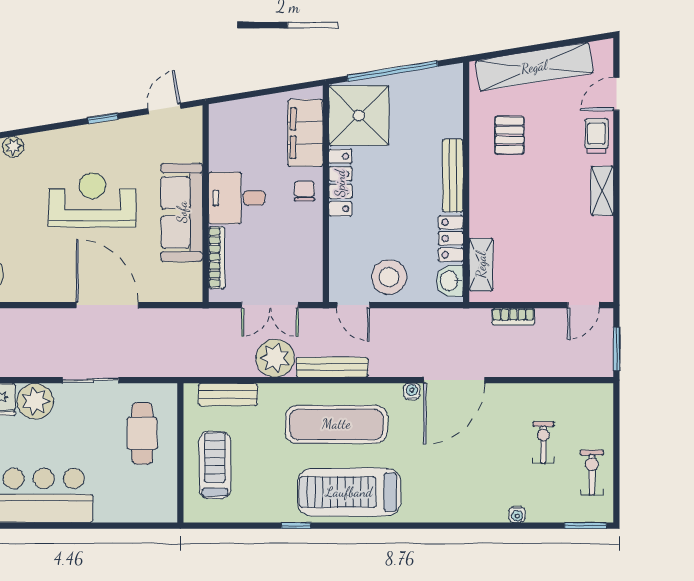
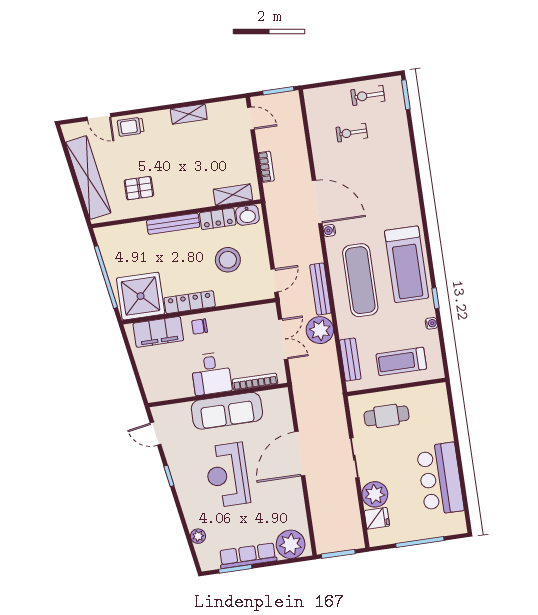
shelving: (602, 191) -> (189, 114), moved
stool: (389, 277) -> (228, 260), moved
water cooler: (517, 515) -> (431, 323), moved

